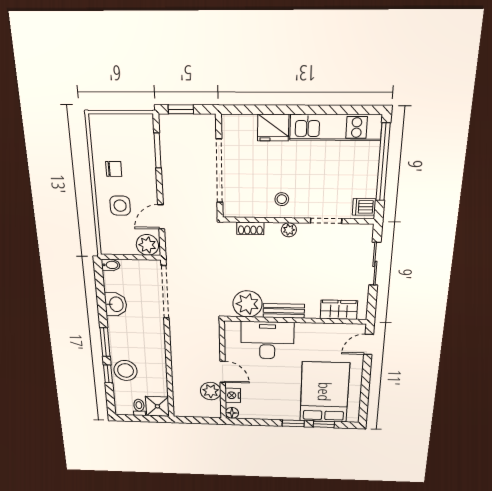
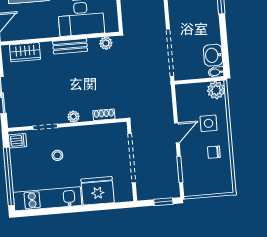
fridge: (273, 128) -> (98, 191), width x1.36, depth x1.34
stool: (282, 199) -> (57, 155), moved
door: (161, 217) -> (177, 133), moved
plant: (147, 245) -> (216, 90), moved
washbasin: (116, 304) -> (213, 55), moved
plant: (247, 304) -> (106, 43), width x0.53, depth x0.53

